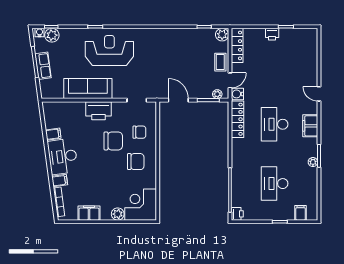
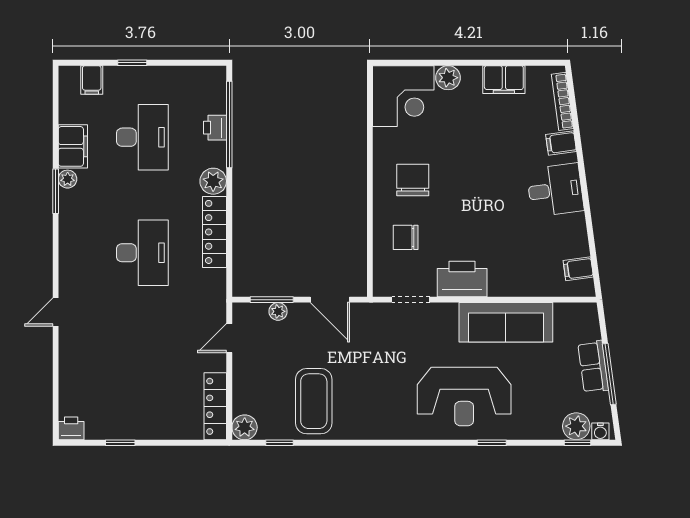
printer: (272, 34) -> (71, 428), moved
coffee table: (220, 62) -> (314, 401), moved, width x1.86, depth x1.72
plant: (217, 94) -> (278, 311), moved
water cooler: (237, 94) -> (215, 312), removed
door: (319, 94) -> (56, 312), swing flipped
printer: (99, 111) -> (462, 279), moved
locker: (237, 119) -> (215, 232), moved
filing cabinet: (310, 126) -> (73, 146), moved
filing cabinet: (53, 134) -> (578, 269), moved
chair: (113, 141) -> (457, 220), removed
desk: (63, 156) -> (555, 190), width x0.73
plant: (238, 161) -> (213, 181), added
chair: (136, 162) -> (413, 180), turned 90
printer: (237, 214) -> (215, 128), moved

